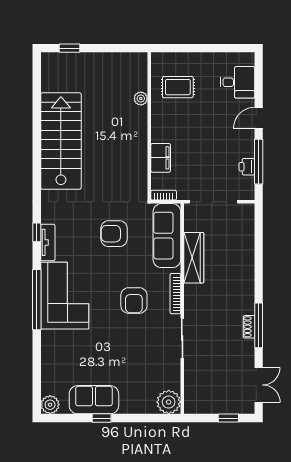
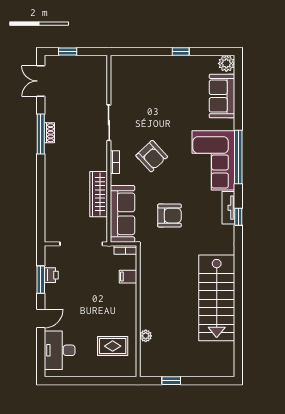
window: (69, 48) -> (171, 381), moved
desk: (237, 82) -> (60, 350), width x1.37
filing cabinet: (161, 158) -> (128, 277), width x0.50
window: (259, 162) -> (41, 280), width x0.69
bookcase: (175, 294) -> (115, 162), width x0.64
armchair: (134, 301) -> (152, 156), turned 137
sofa: (94, 400) -> (222, 96), moved, turned 90
plant: (169, 402) -> (121, 66), removed

